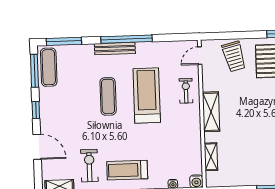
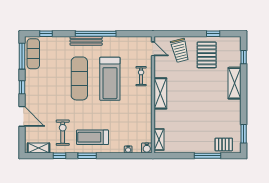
window: (64, 41) -> (46, 34), width x0.46
door: (200, 56) -> (153, 49), swing flipped
exercise mat: (108, 96) -> (79, 78), width x1.36, depth x1.45
treadmill: (147, 96) -> (110, 79), turned 180
shelving: (211, 157) -> (159, 139), moved

